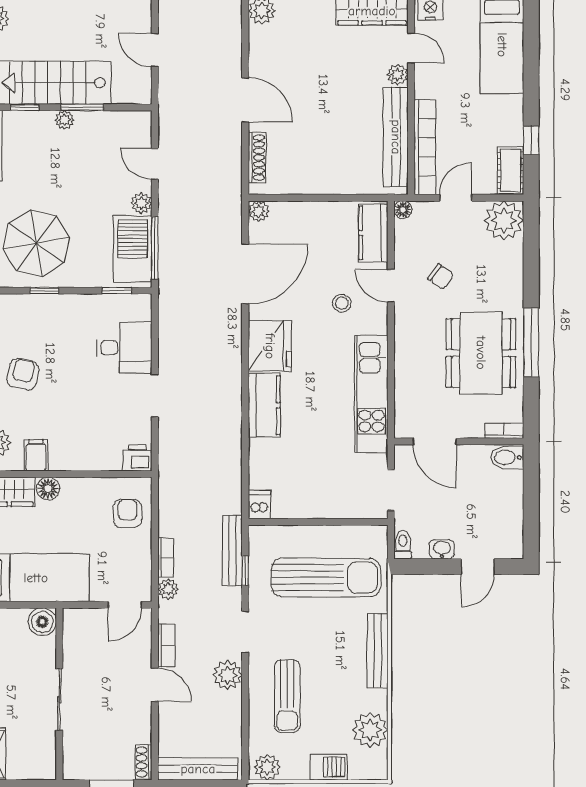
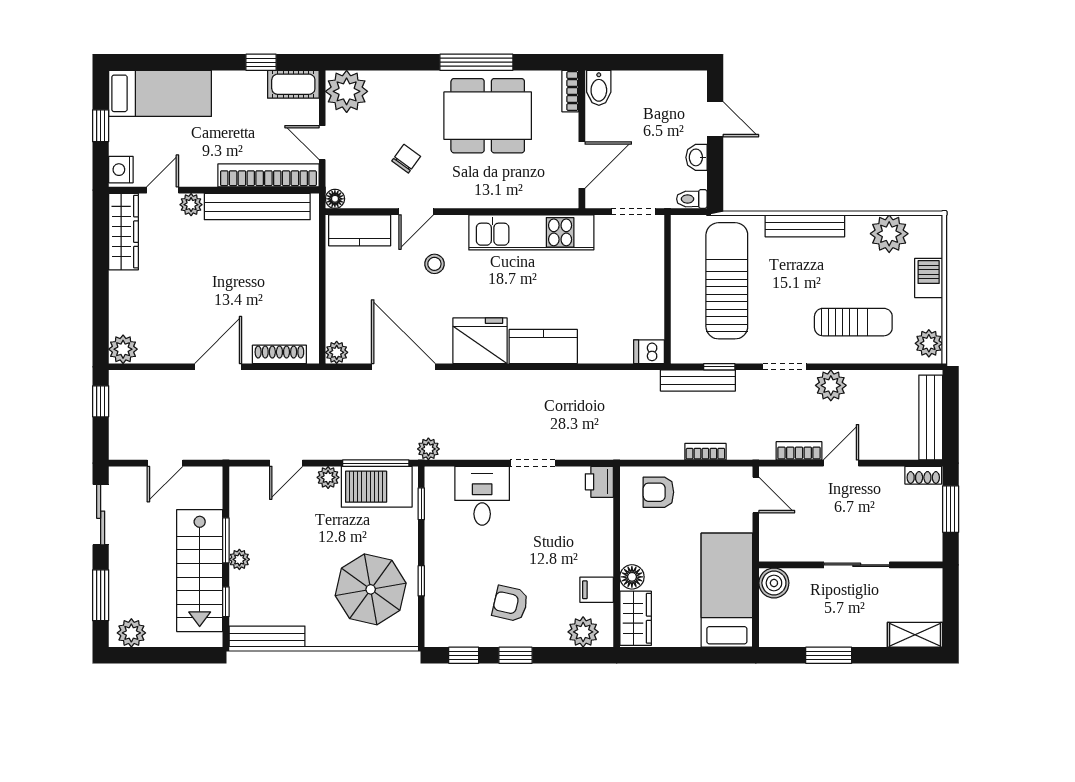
plant: (168, 589) -> (428, 449), moved

